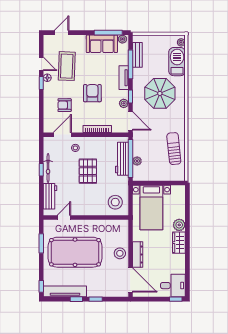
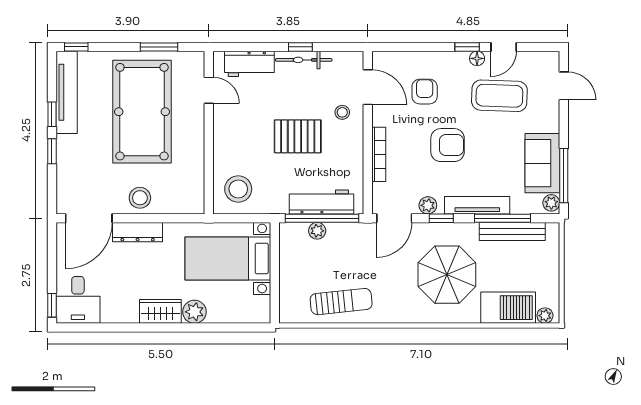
bench: (137, 55) -> (512, 232), width x1.36
tv unit: (124, 78) -> (477, 205), width x1.41

